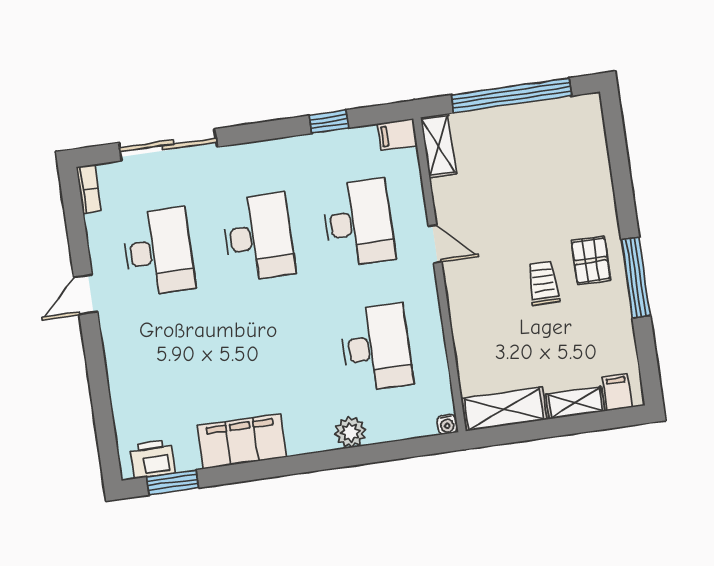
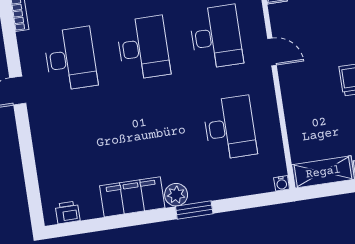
plant: (350, 432) -> (176, 195), moved
printer: (152, 459) -> (68, 212), width x0.73, depth x0.81
window: (173, 482) -> (194, 210), moved

